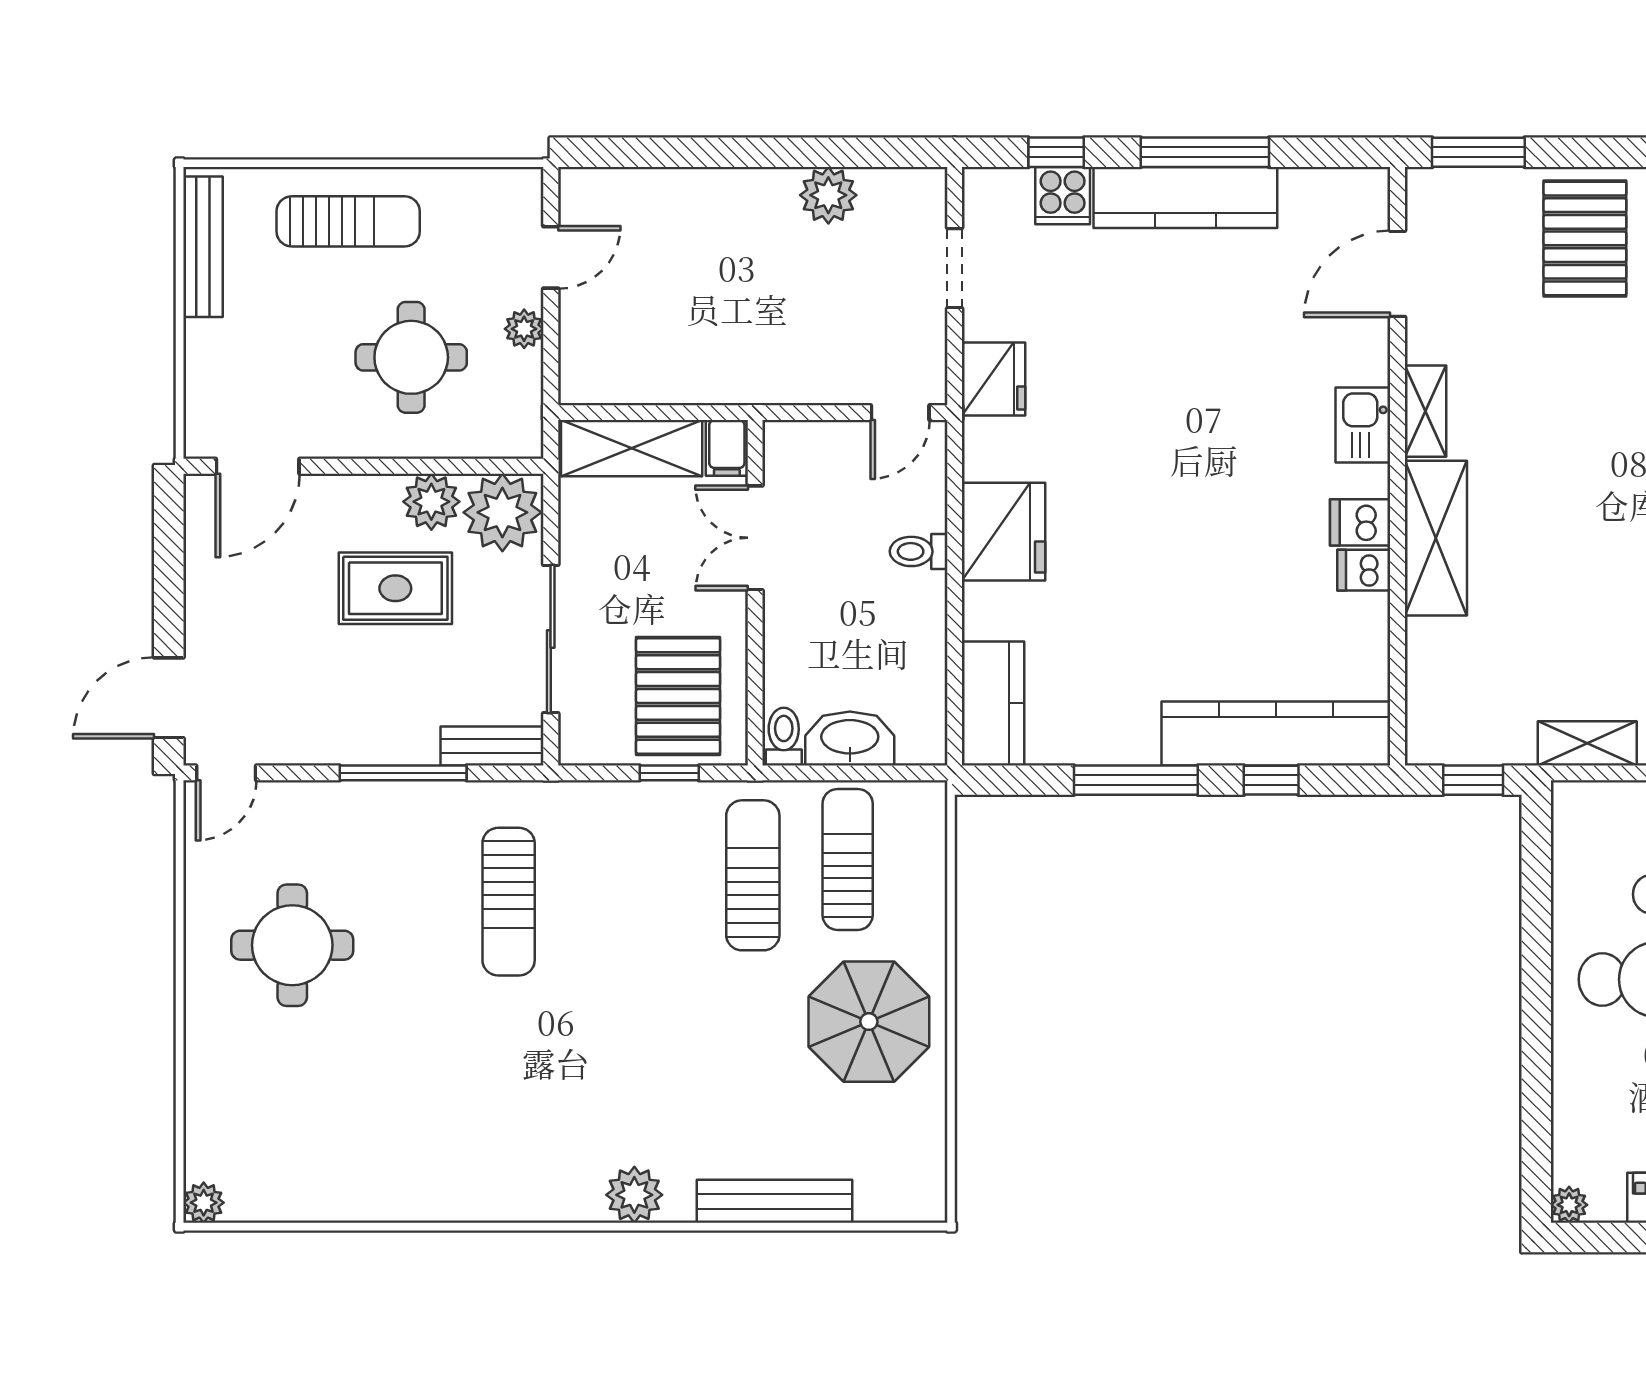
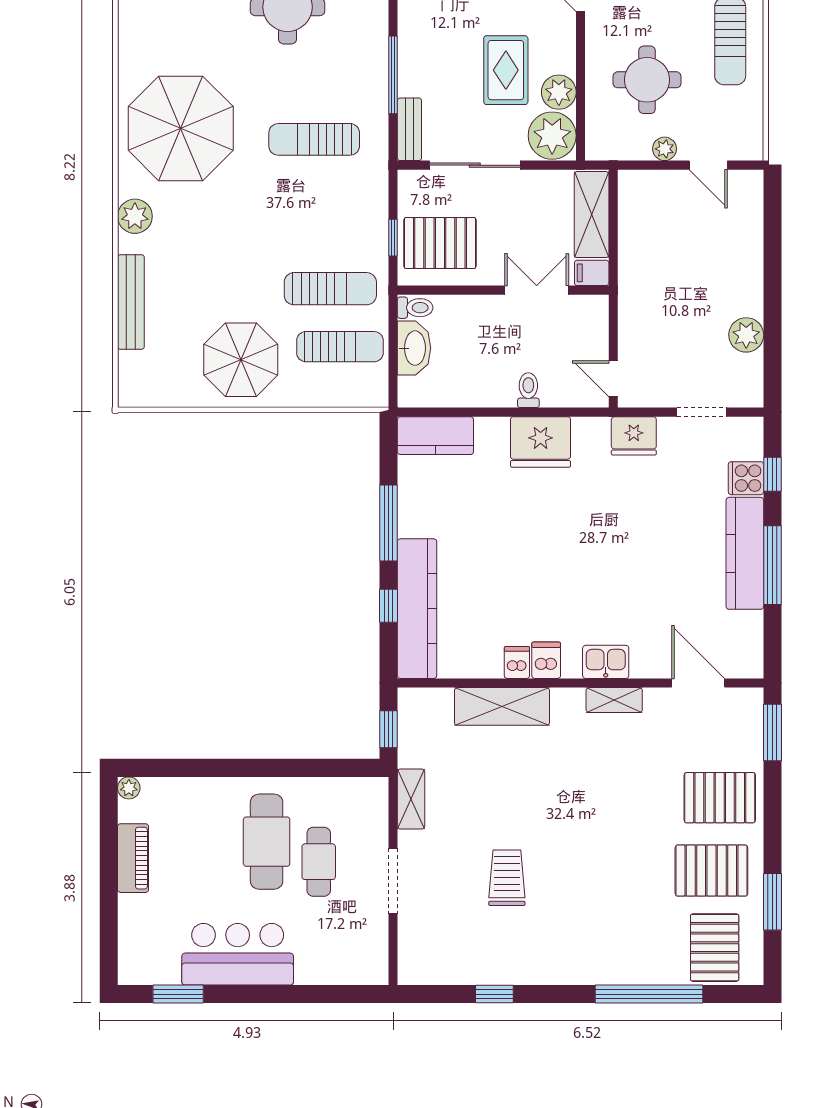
shelving: (1436, 538) -> (502, 706), moved
parasol: (491, 1120) -> (181, 128), added

